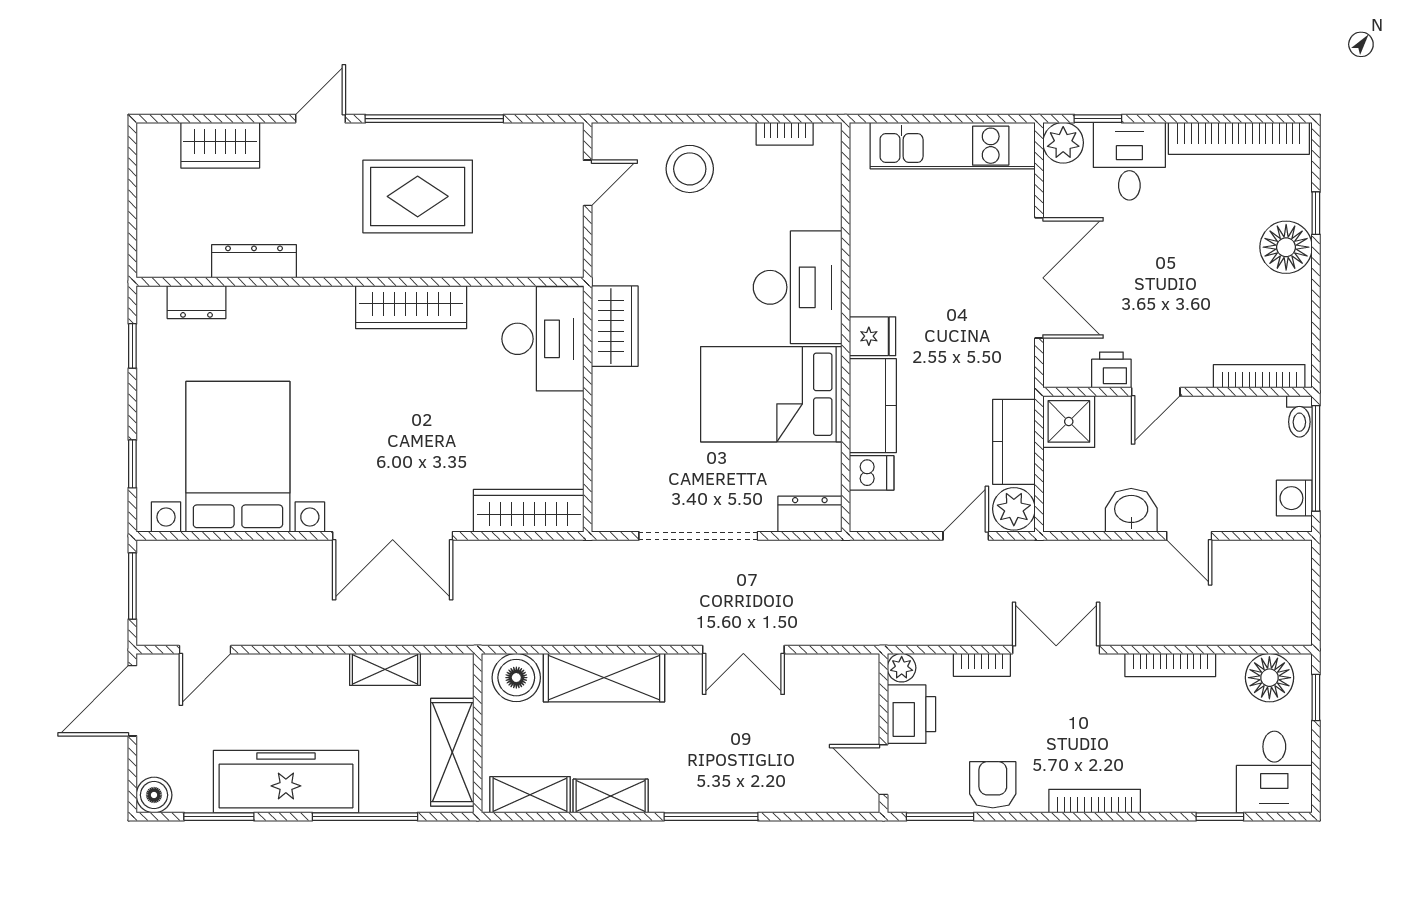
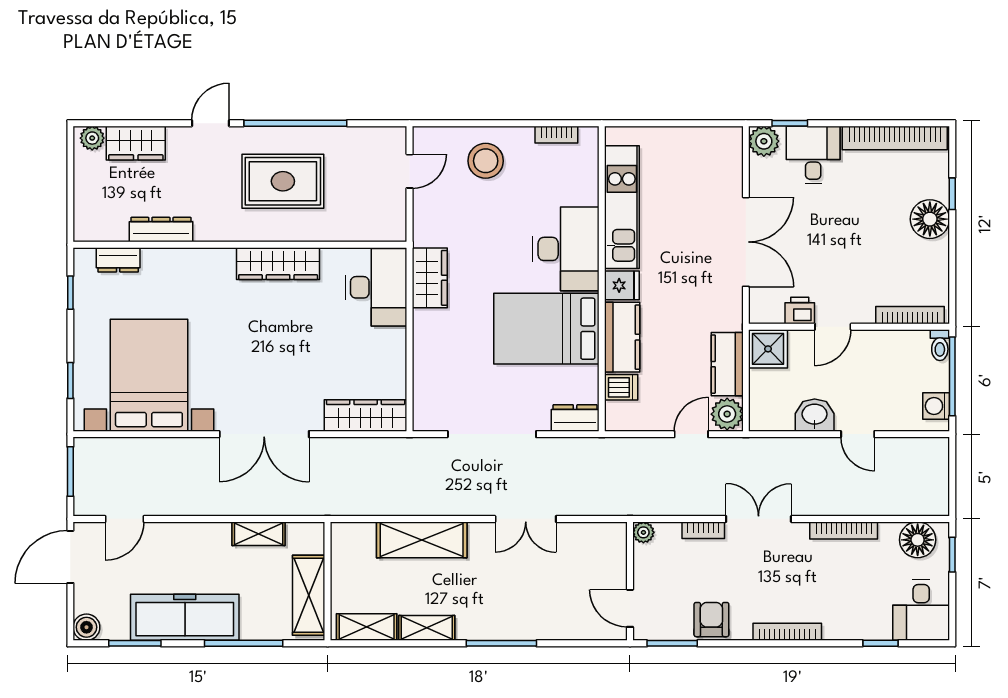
plant: (162, 138) -> (92, 138), added
kitchen unit: (953, 146) -> (622, 207), moved, turned -90
boiler: (516, 678) -> (356, 540), removed
printer: (911, 714) -> (651, 567), removed

